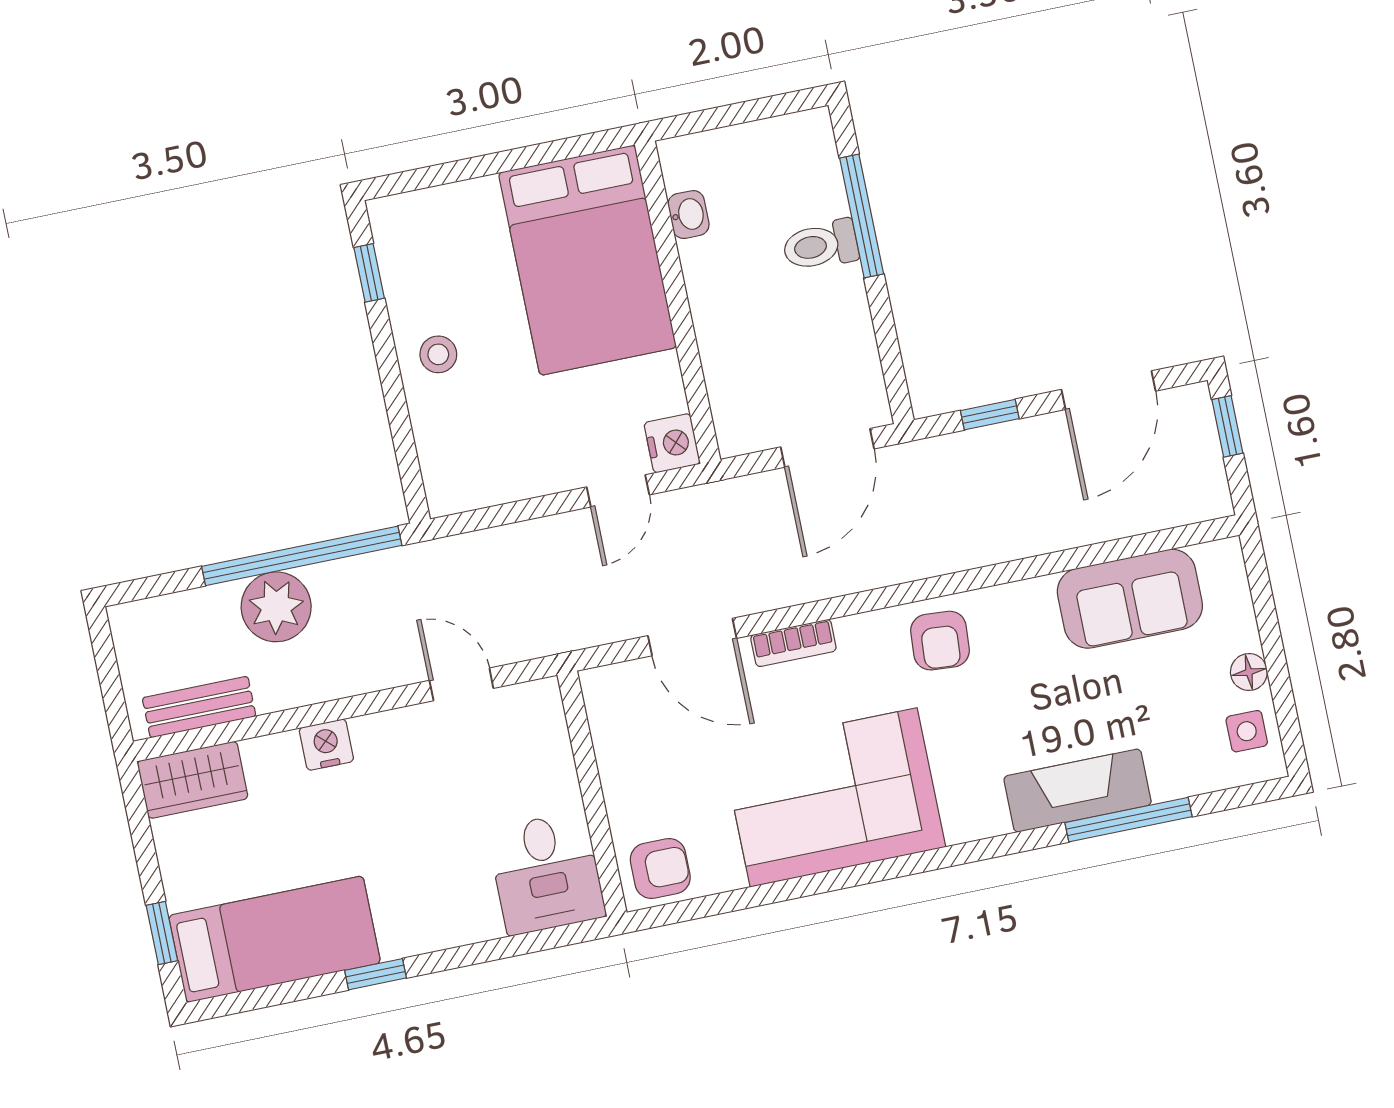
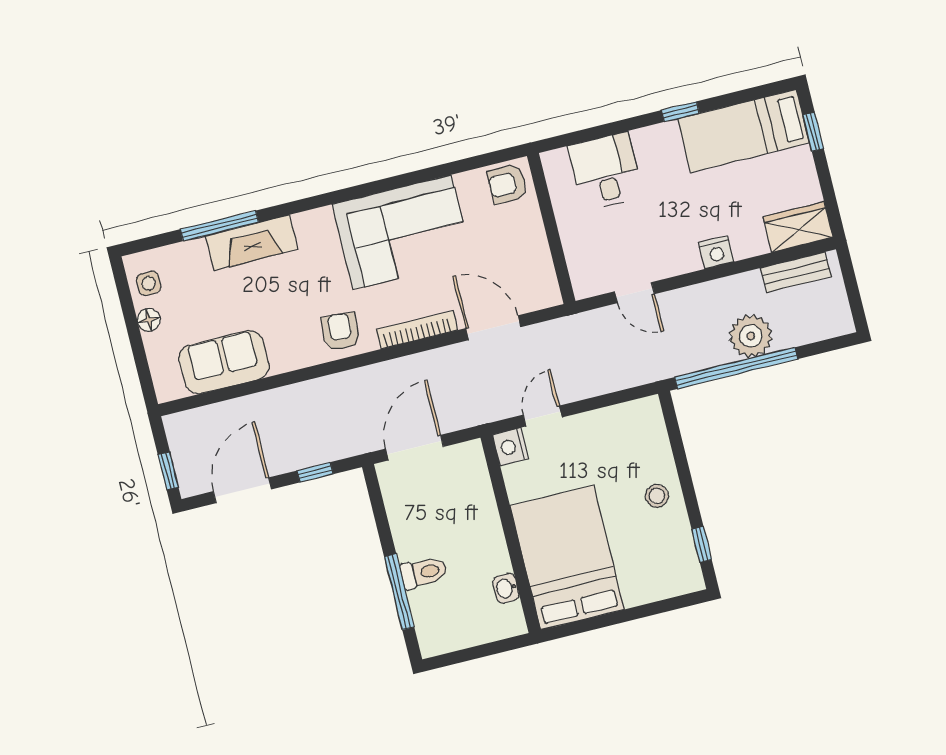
bookcase: (793, 643) -> (417, 330), width x1.56
desk: (546, 873) -> (605, 171), moved

